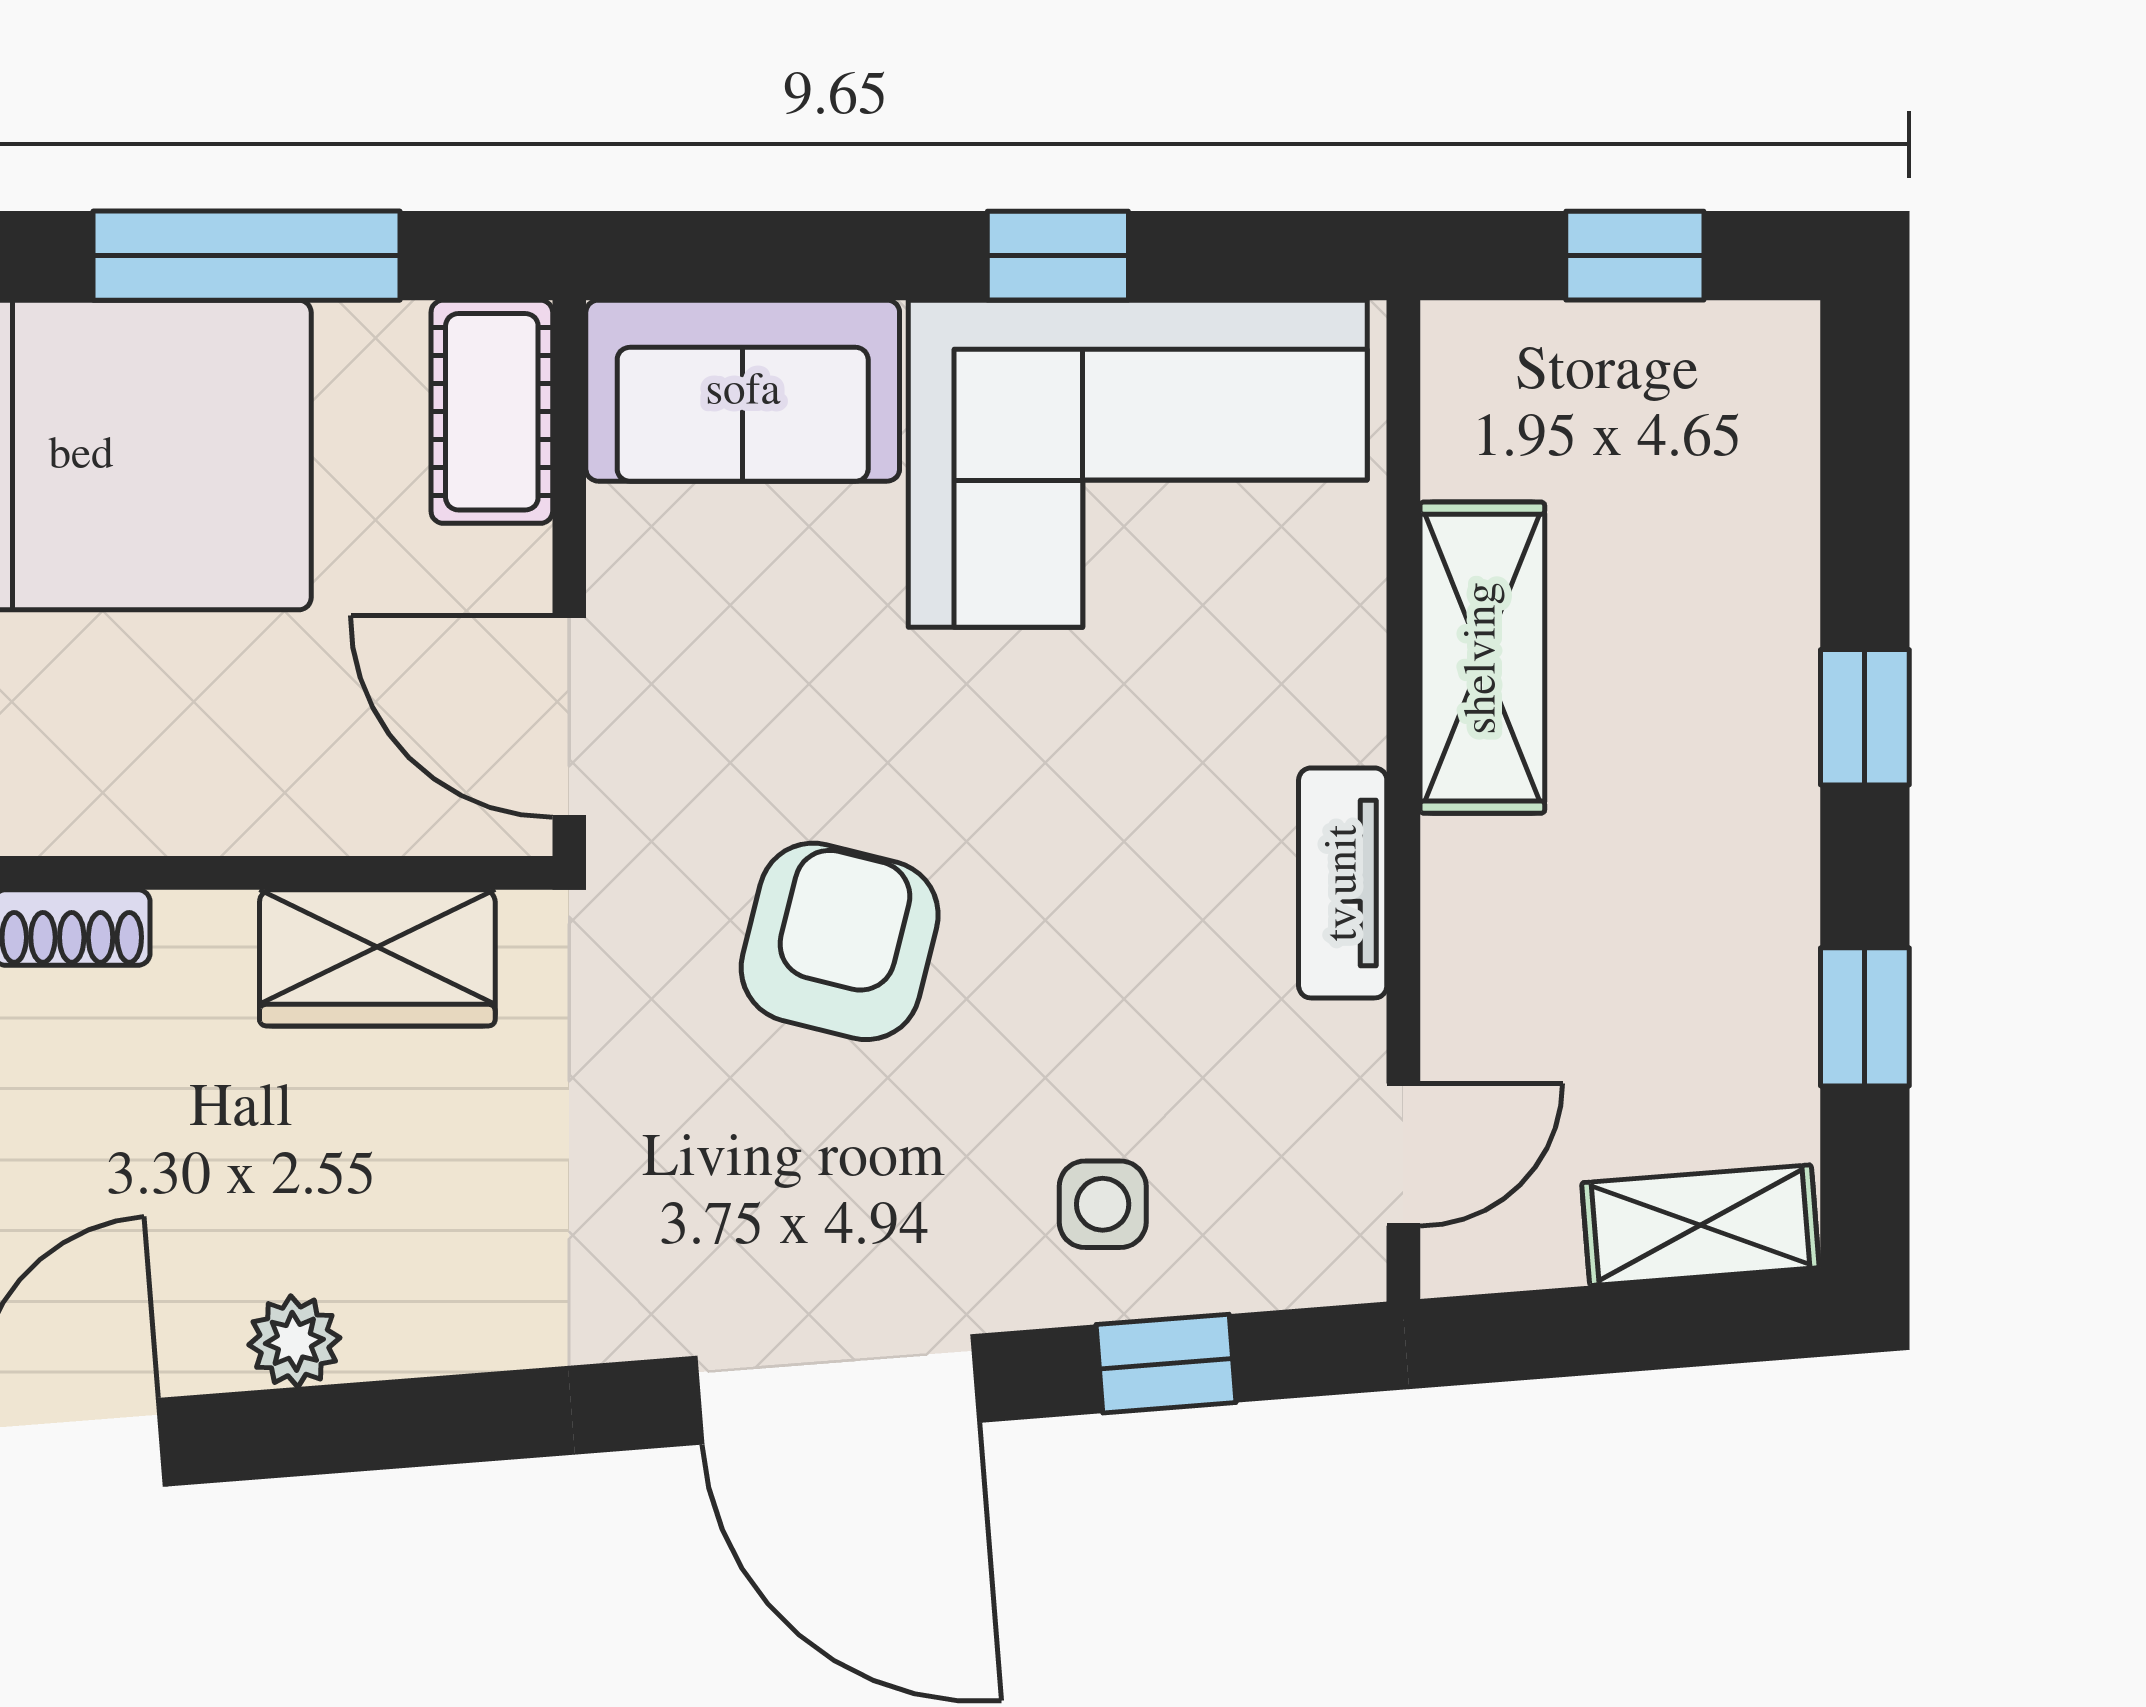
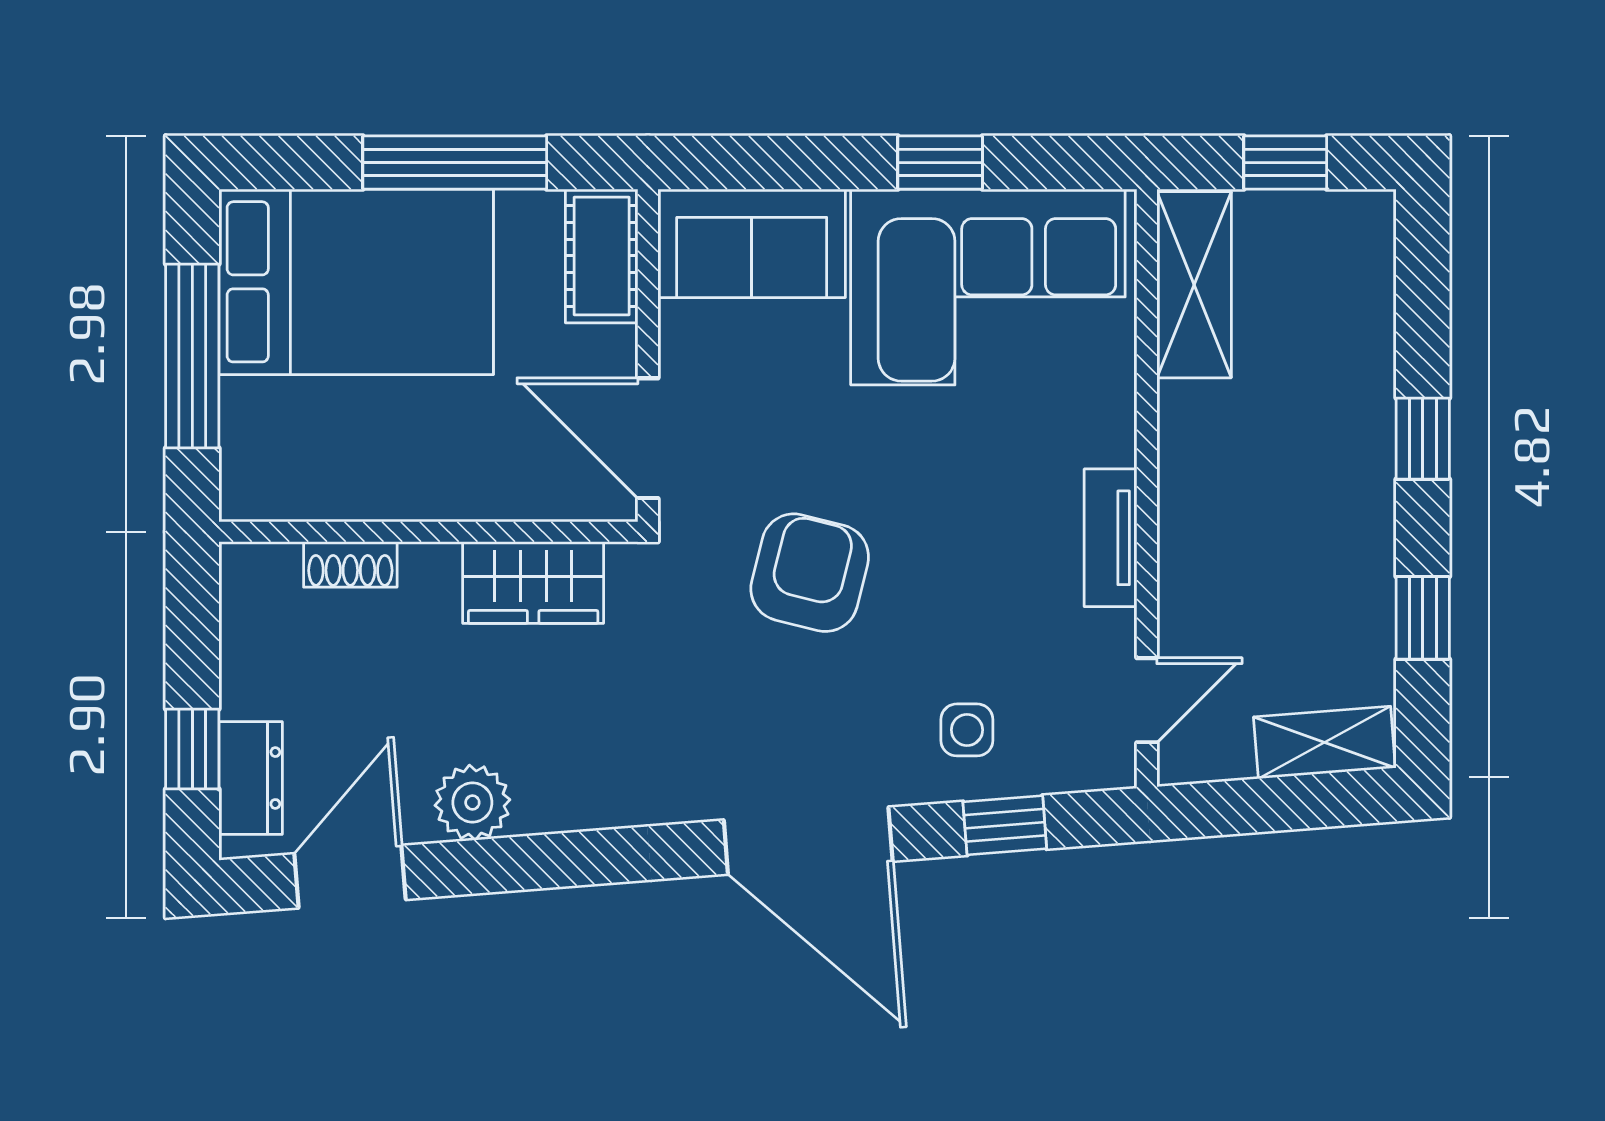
shelving: (1482, 658) -> (1194, 285), moved
plant: (294, 1341) -> (472, 802), width x1.38, depth x1.38

